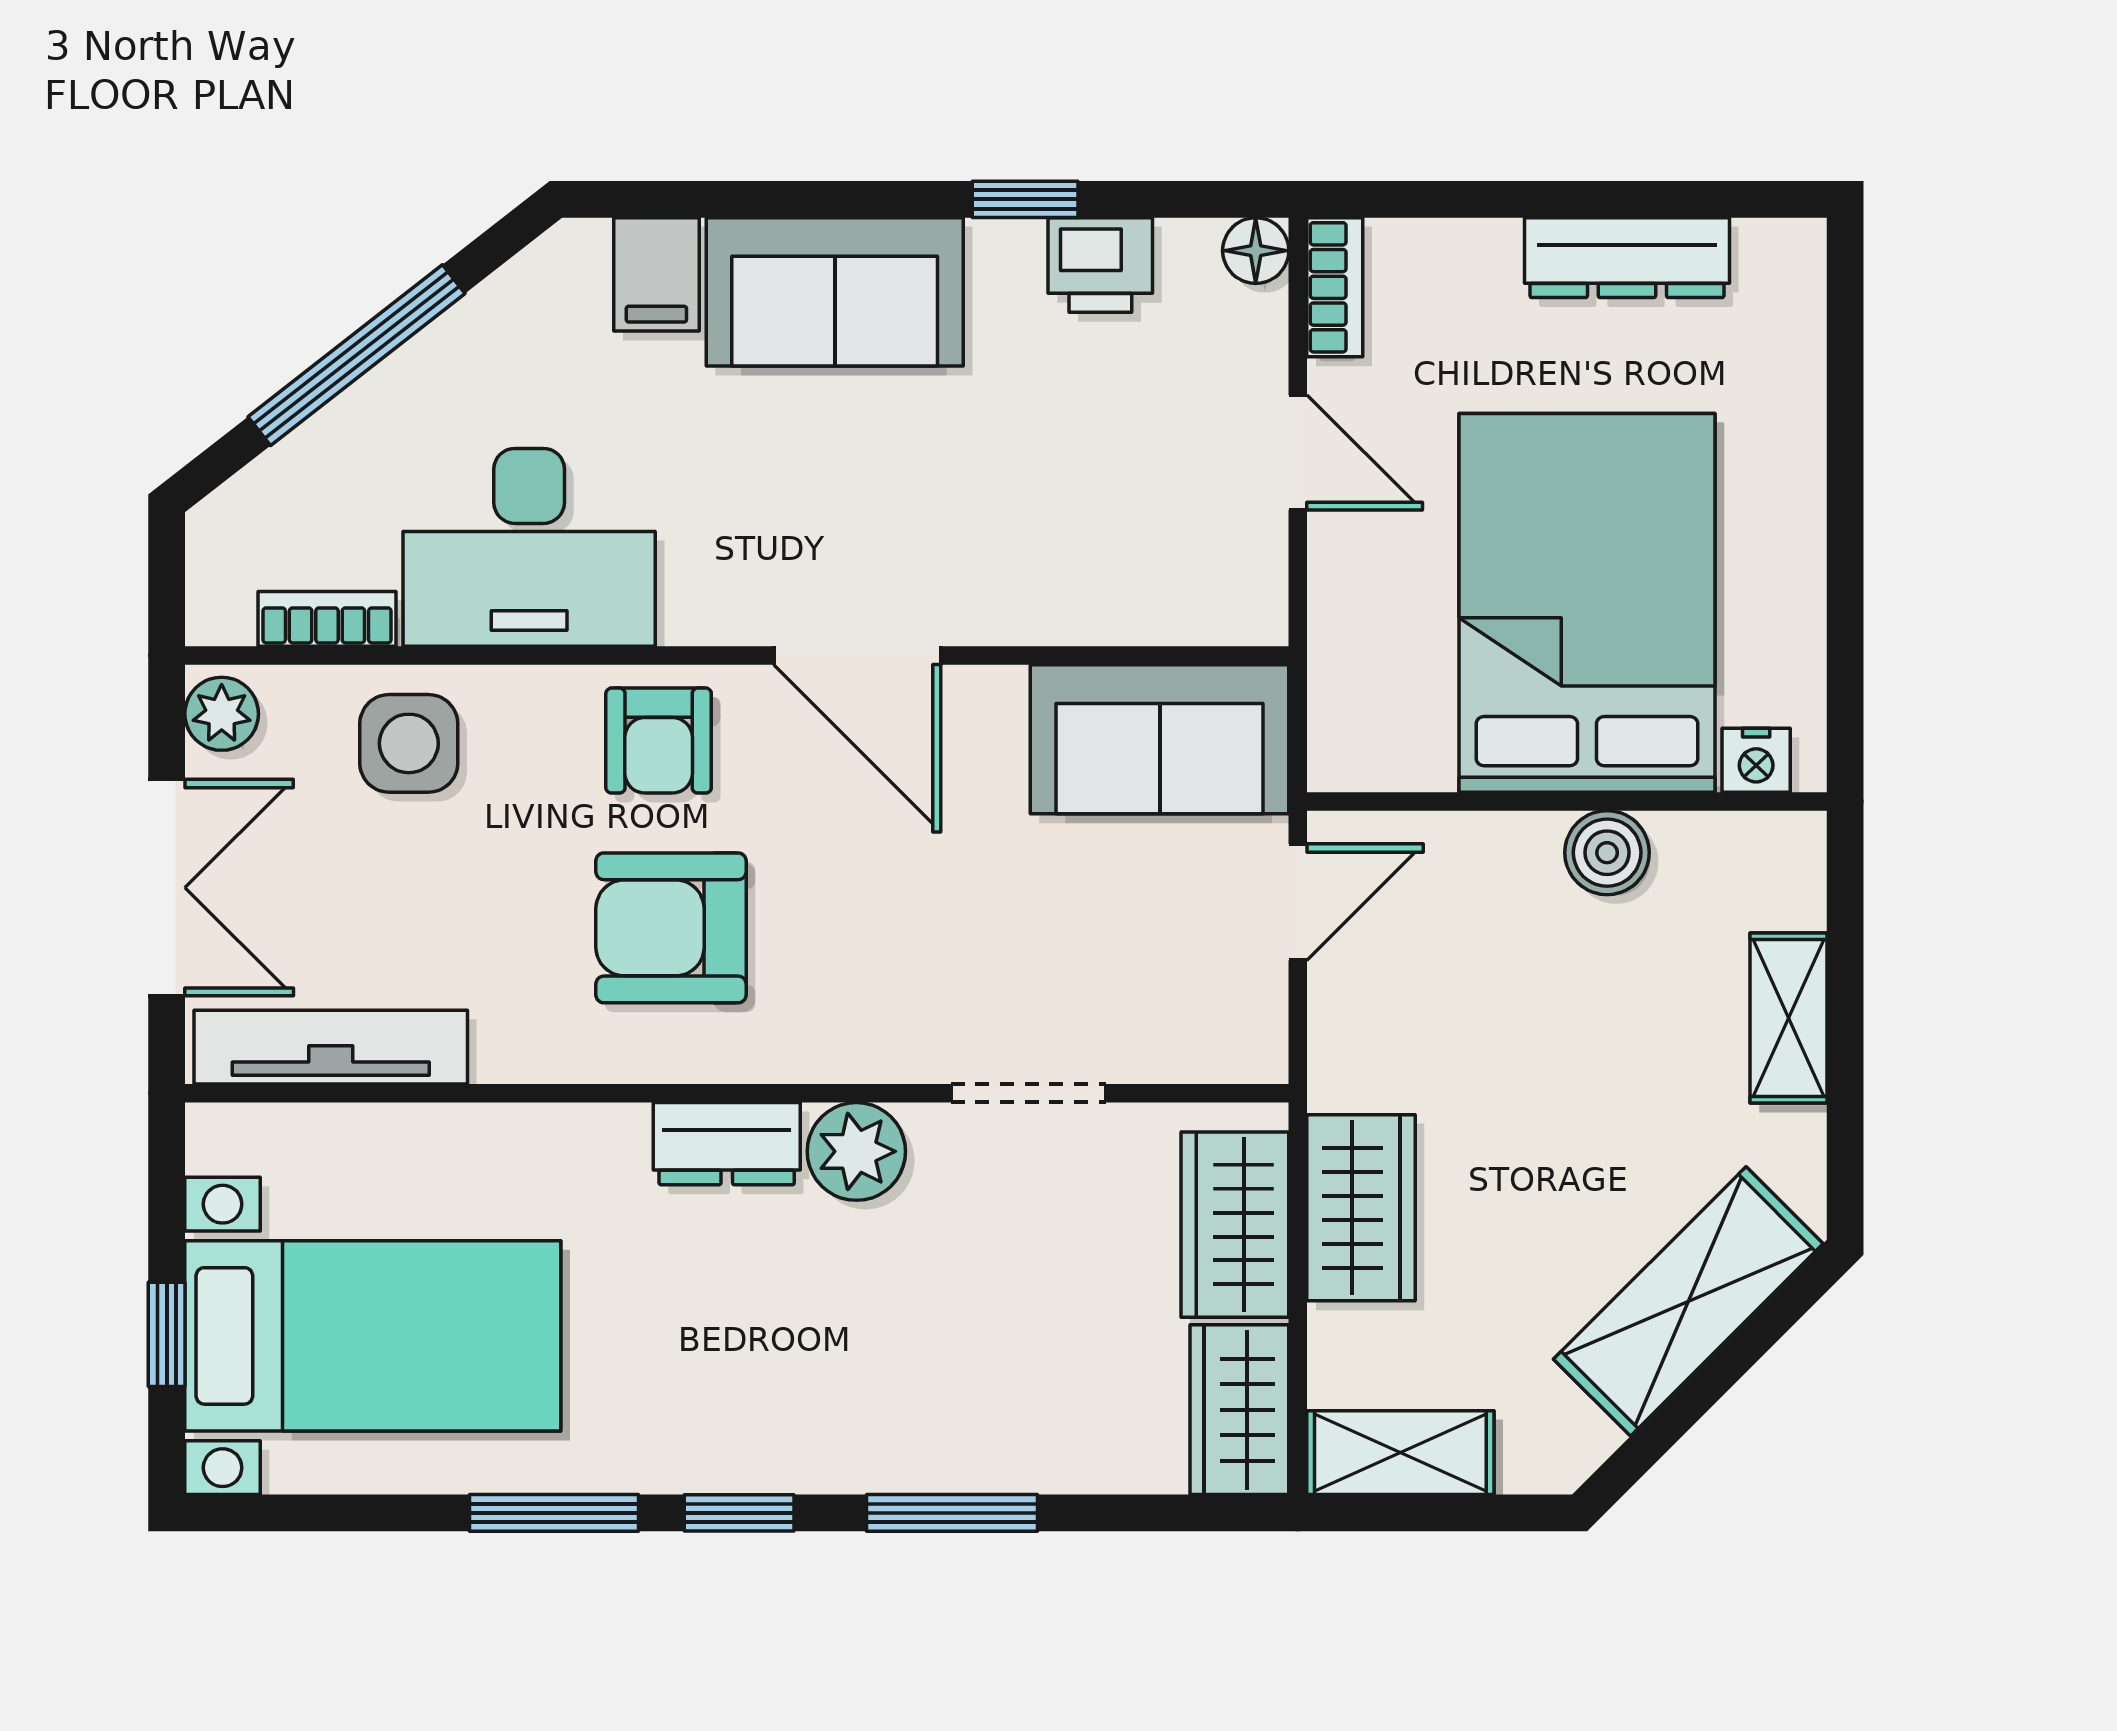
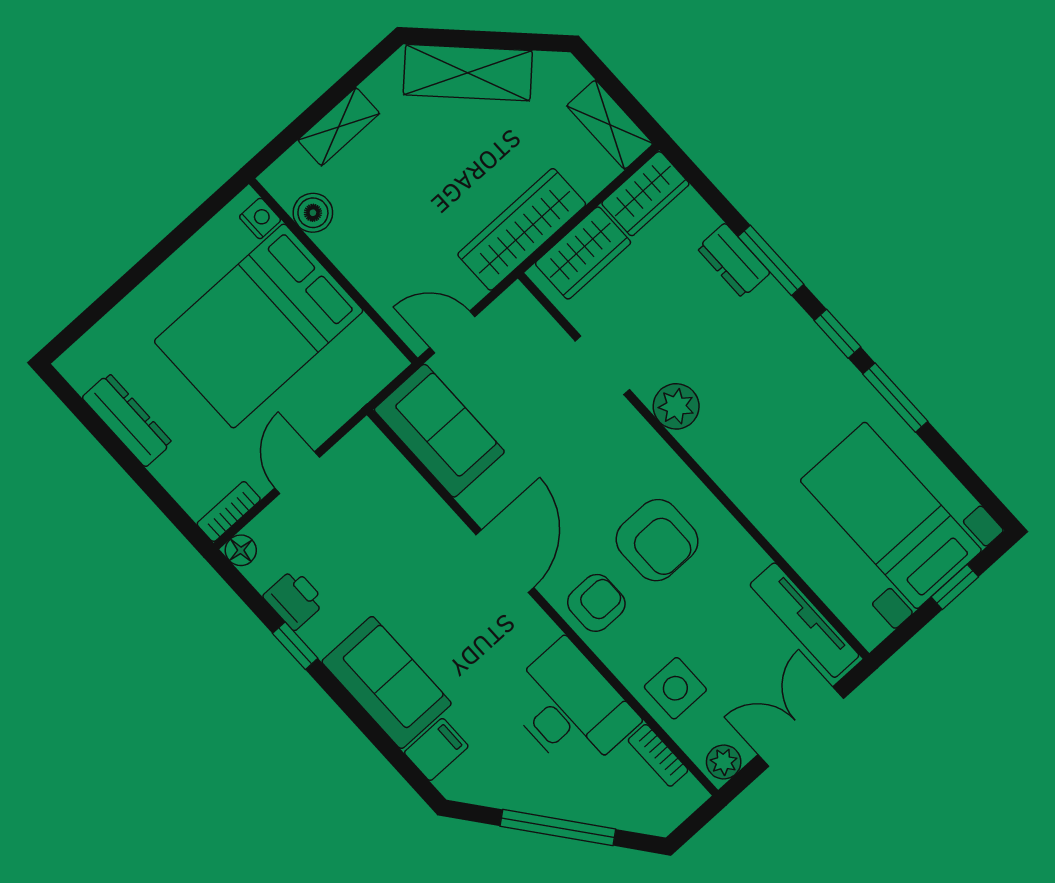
boiler: (1607, 853) -> (313, 213), moved
dresser: (727, 1144) -> (733, 260), moved, turned 180
wardrobe: (1361, 1208) -> (522, 229), width x1.50

